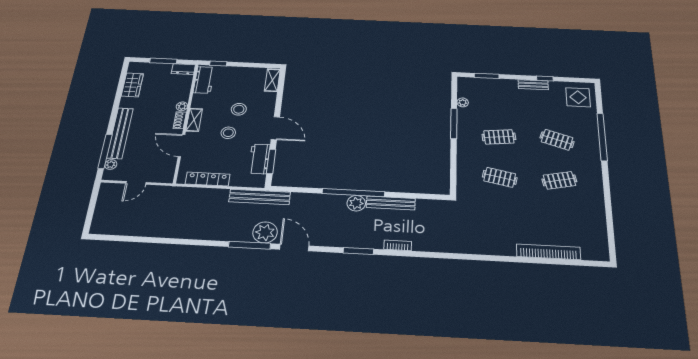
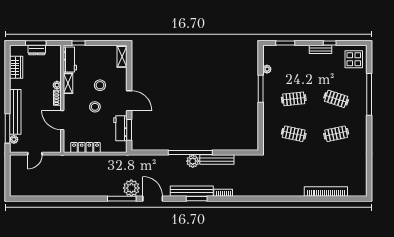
dresser: (183, 69) -> (37, 50), moved
shelving: (194, 120) -> (68, 83), moved
bench: (260, 197) -> (192, 191), moved

